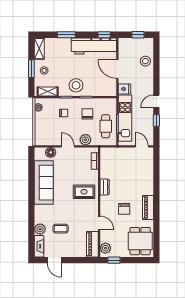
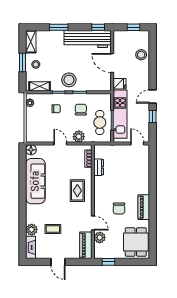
floor lamp: (51, 152) -> (31, 150), moved
dresser: (105, 187) -> (99, 167), moved
rug: (84, 192) -> (77, 191), turned 90
plant: (105, 248) -> (100, 238), moved
door: (54, 260) -> (58, 262), moved

